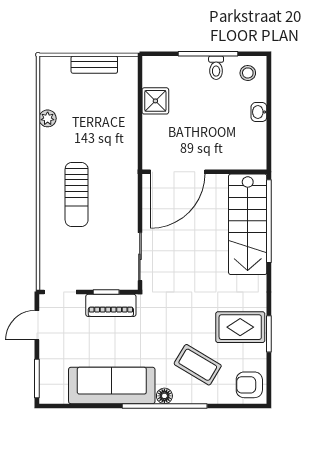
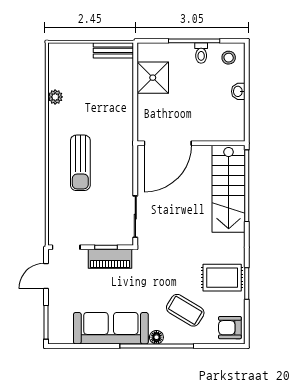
bench: (94, 65) -> (113, 50), moved
shower: (155, 101) -> (153, 78), width x1.36, depth x1.36

